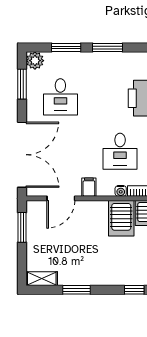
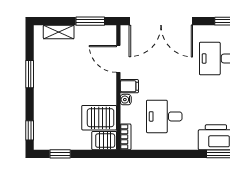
water cooler: (121, 191) -> (126, 100), moved
shelving: (42, 279) -> (59, 32), moved, turned 90

